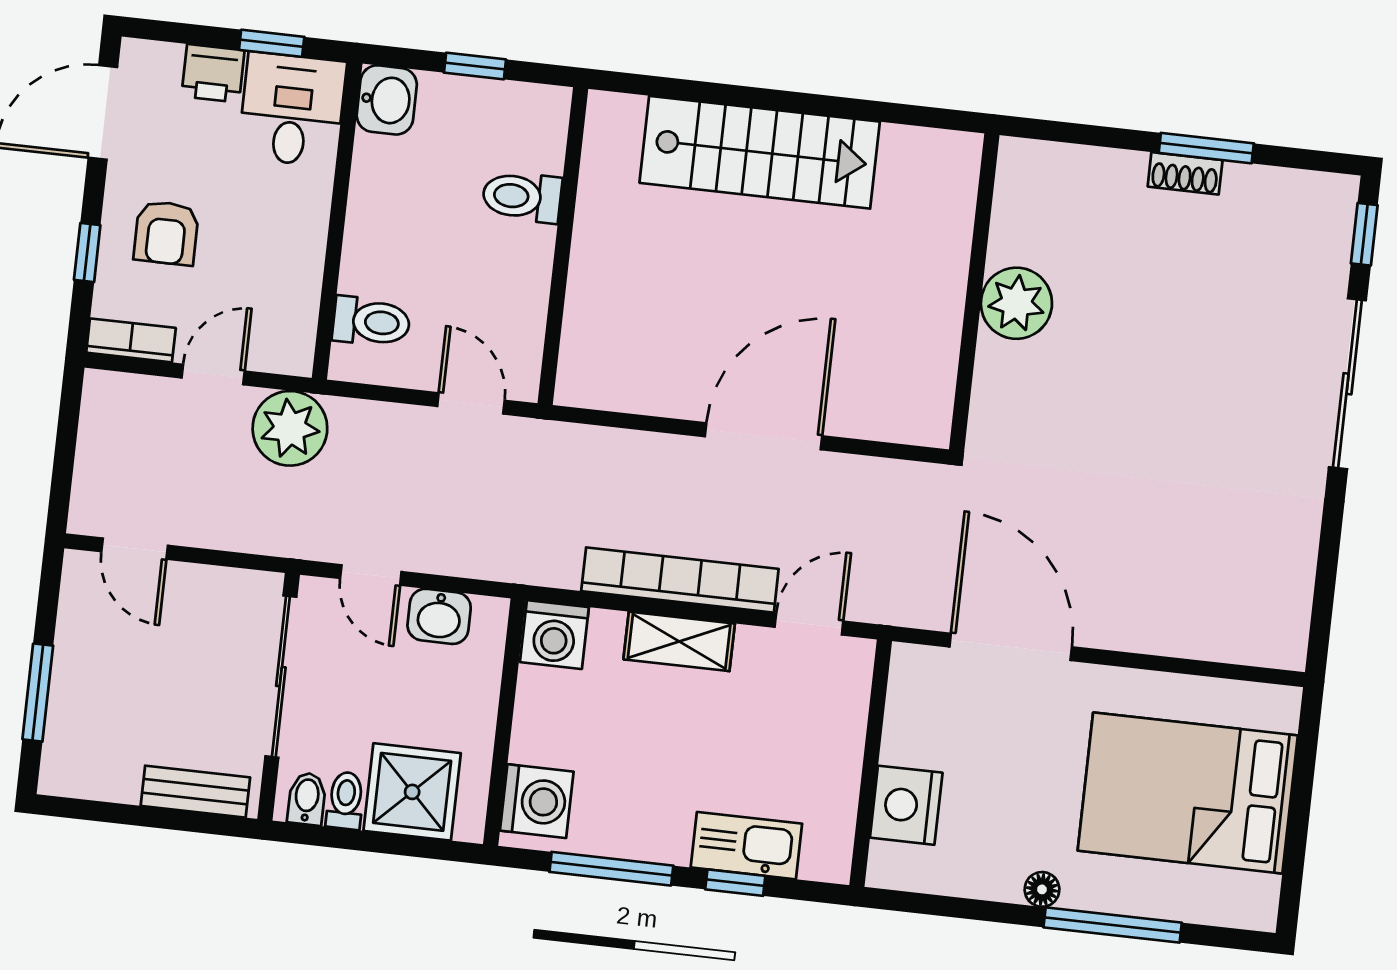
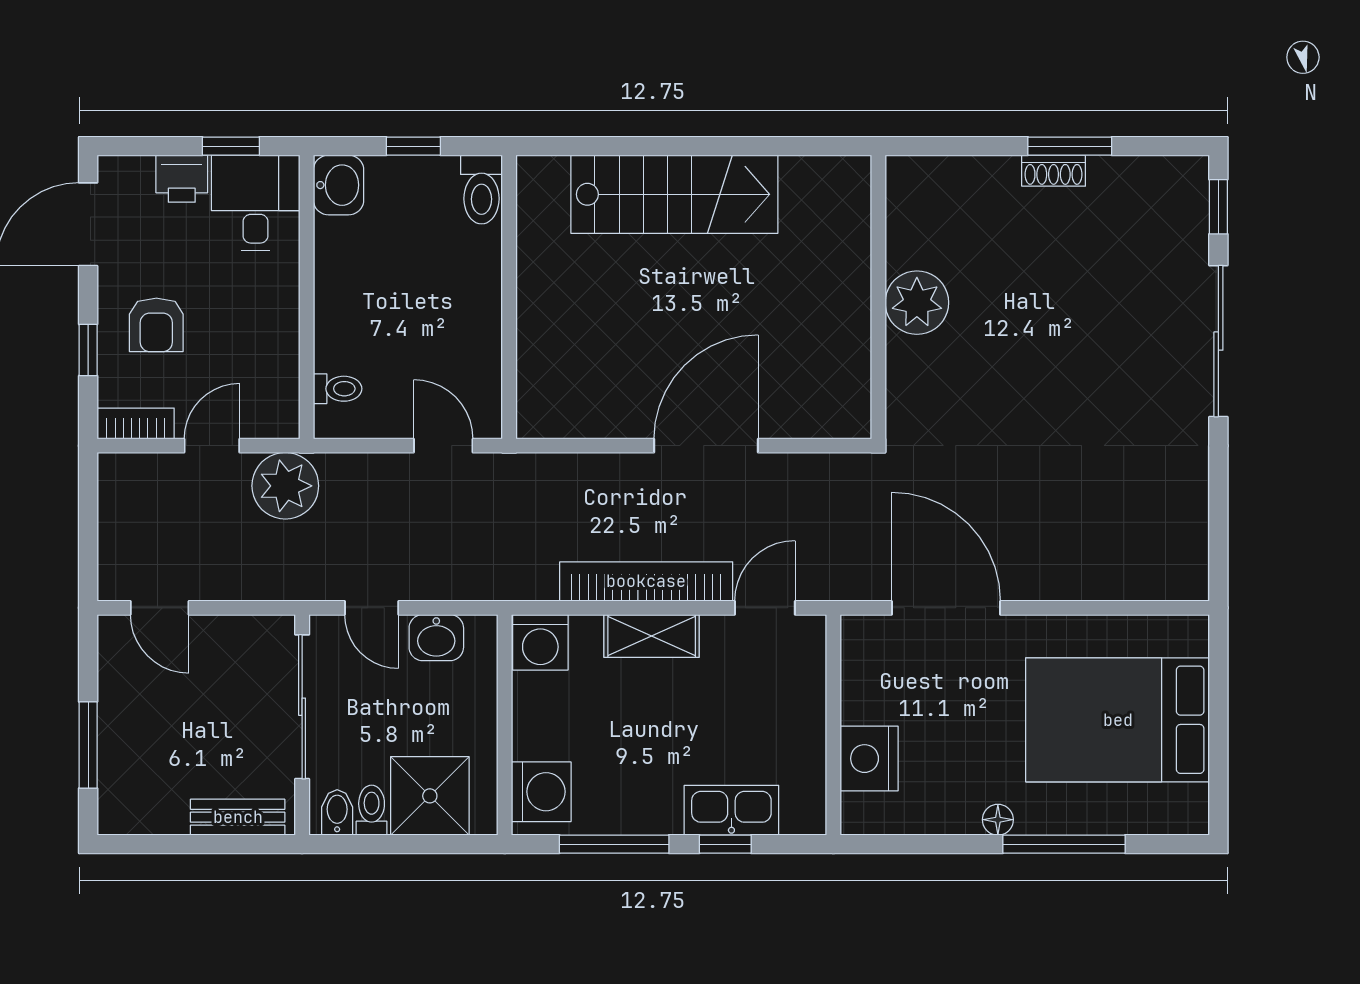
toilet: (522, 197) -> (482, 190), moved, turned -90
toilet: (371, 322) -> (338, 389), width x0.73, depth x0.72

